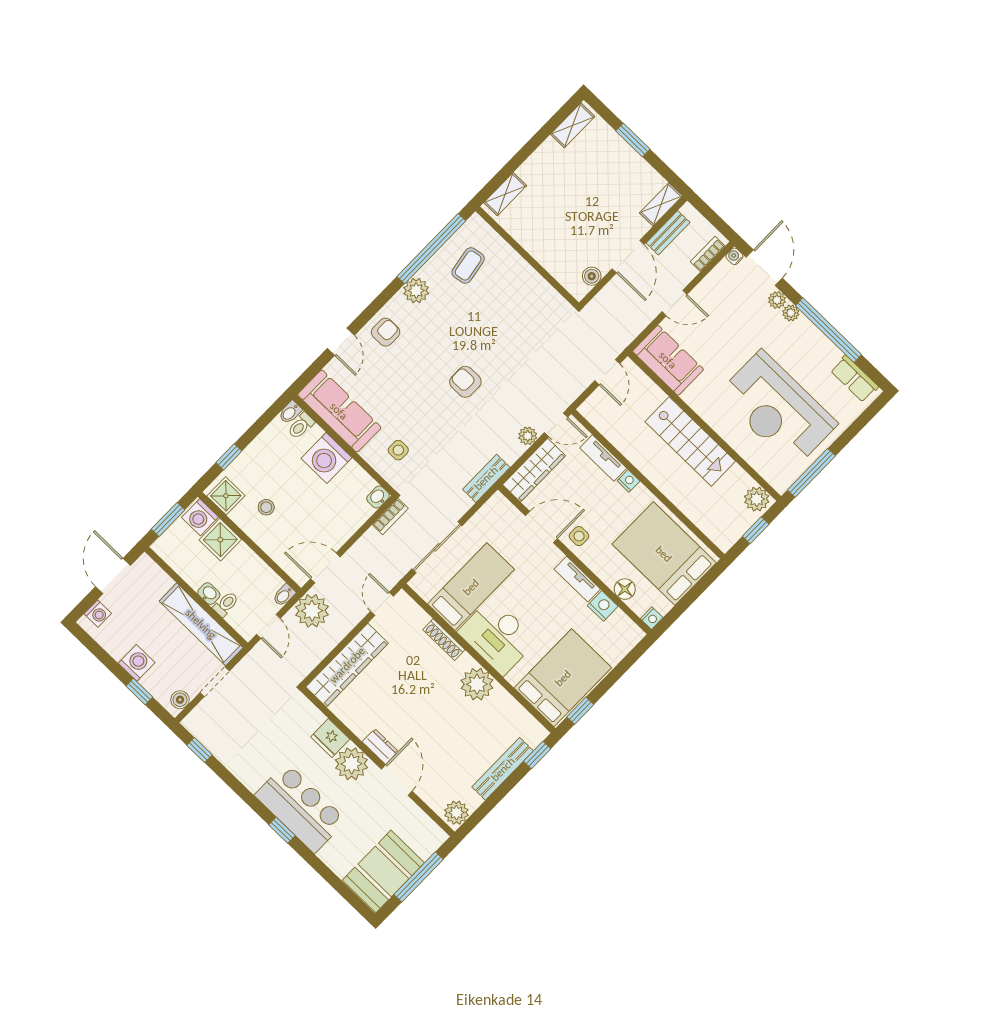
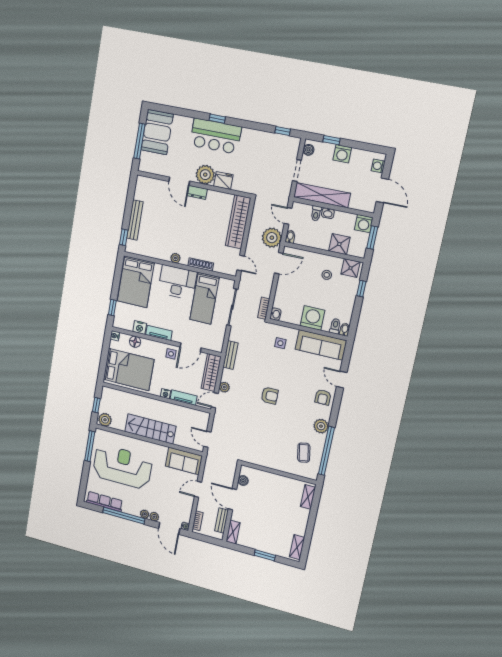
row of seats: (854, 379) -> (105, 502), width x1.48
washing machine: (200, 517) -> (364, 224), moved, turned 180
plant: (477, 684) -> (175, 258), width x0.53, depth x0.53
window: (580, 711) -> (112, 307), moved
plant: (456, 813) -> (142, 184), removed

